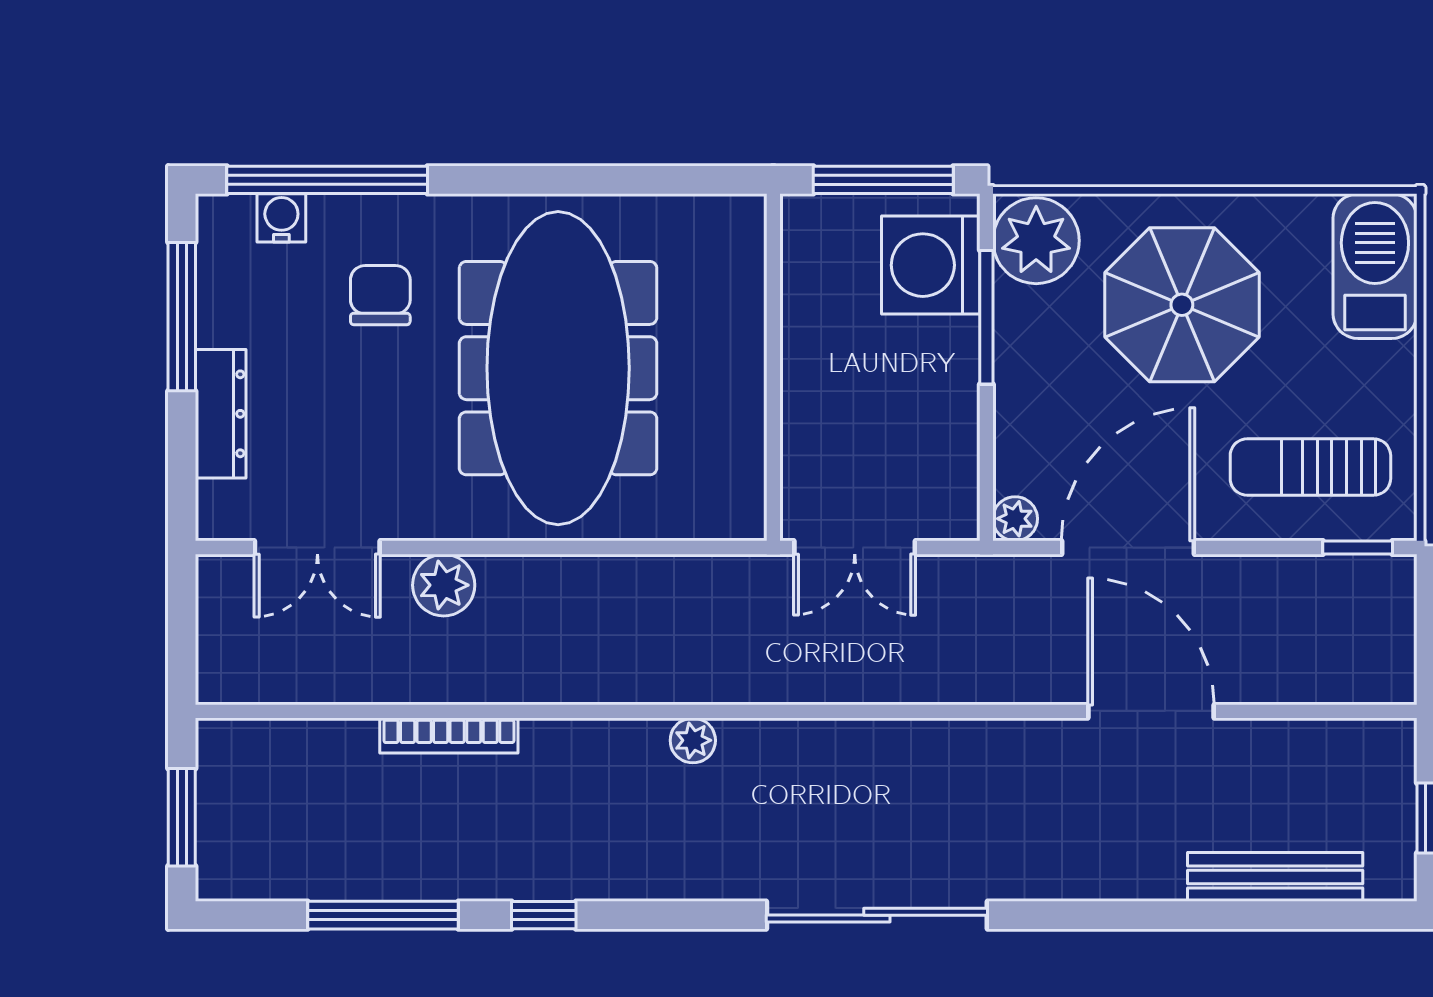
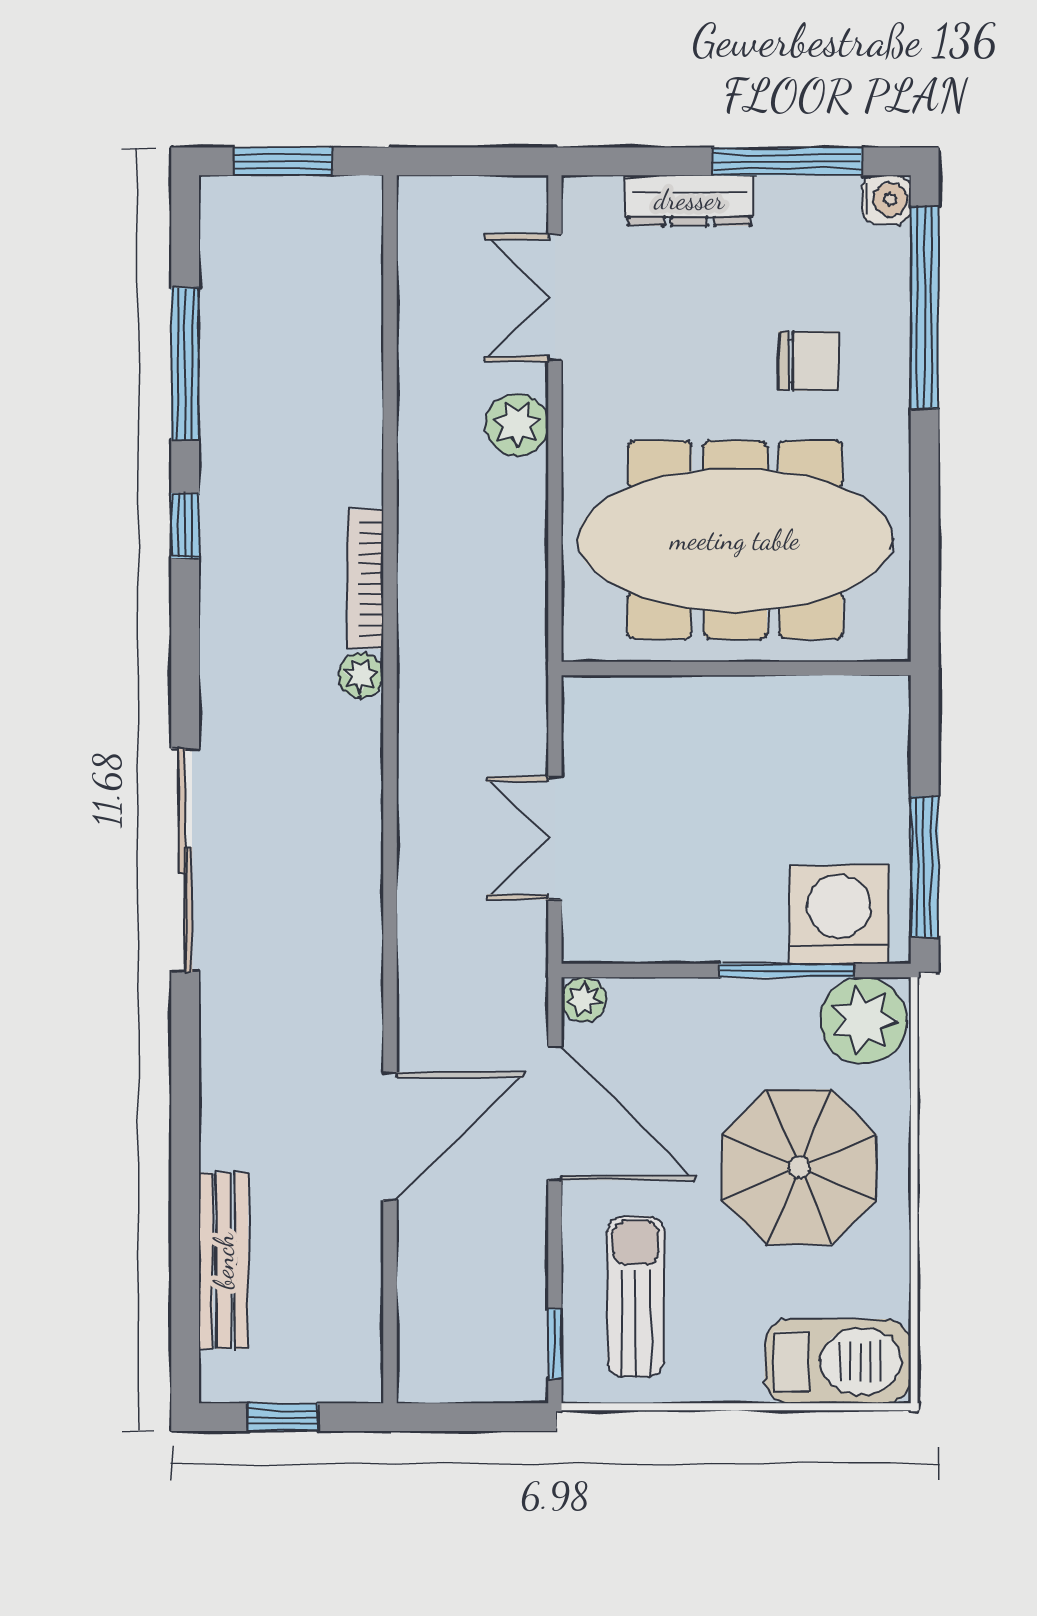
water cooler: (281, 218) -> (886, 200), moved
wall: (773, 367) -> (736, 668), moved
bookcase: (449, 736) -> (366, 579), moved

